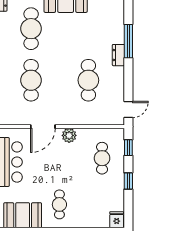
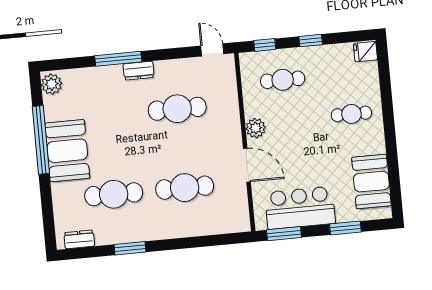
cafe table: (59, 204) -> (351, 114), moved

